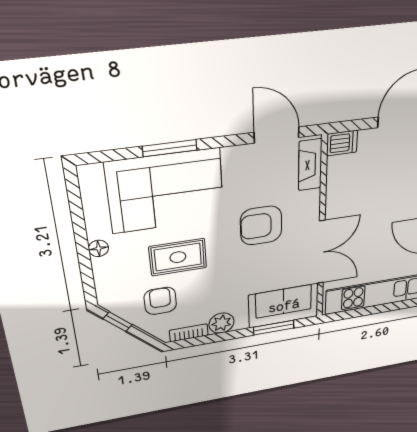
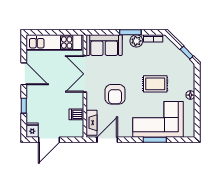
door: (277, 135) -> (107, 140), swing flipped
dishwasher: (342, 143) -> (76, 114), moved
armchair: (261, 226) -> (115, 94), turned 90
armchair: (160, 301) -> (165, 61), removed
window: (274, 328) -> (130, 32), moved

